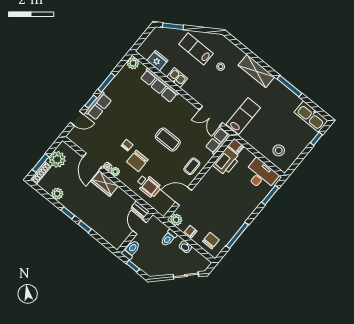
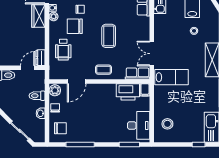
door: (184, 196) -> (77, 82), swing flipped

